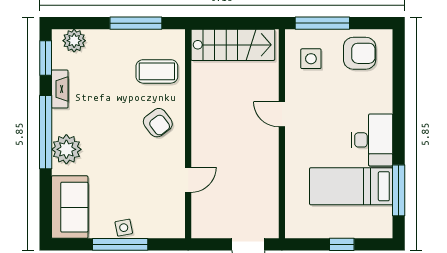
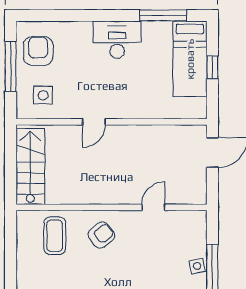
window: (136, 23) -> (11, 255), removed
window: (322, 23) -> (11, 67), moved
door: (188, 180) -> (153, 207), hinge flipped
bed: (351, 186) -> (190, 59), moved

